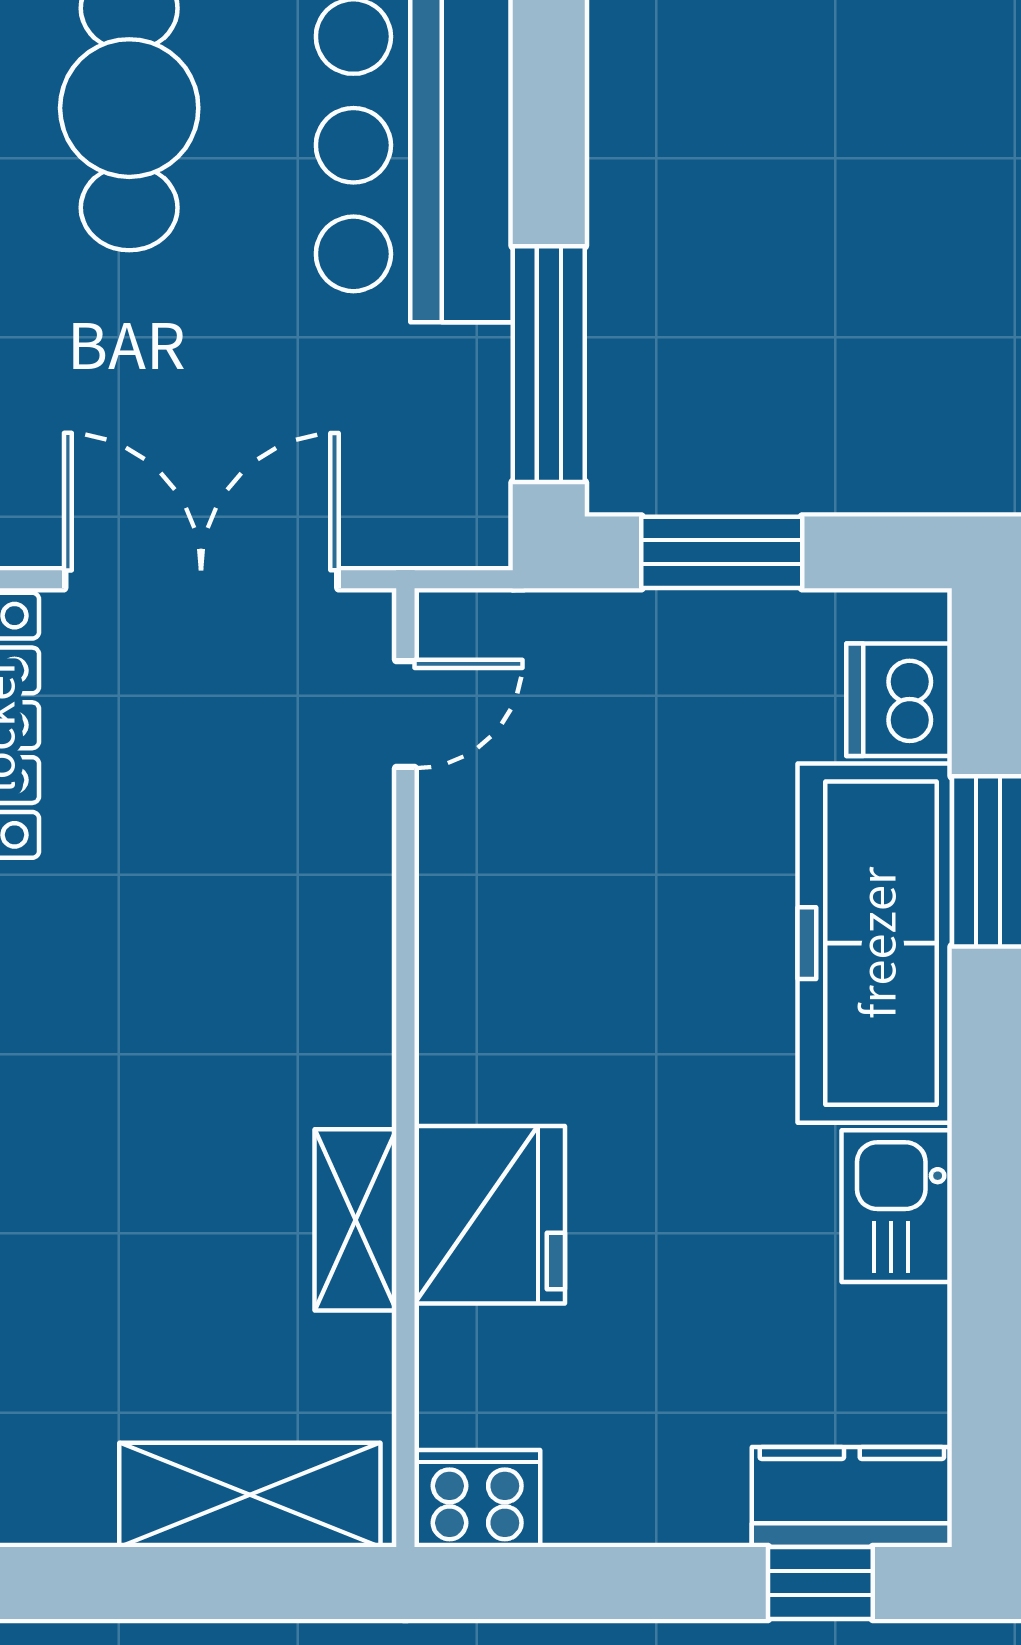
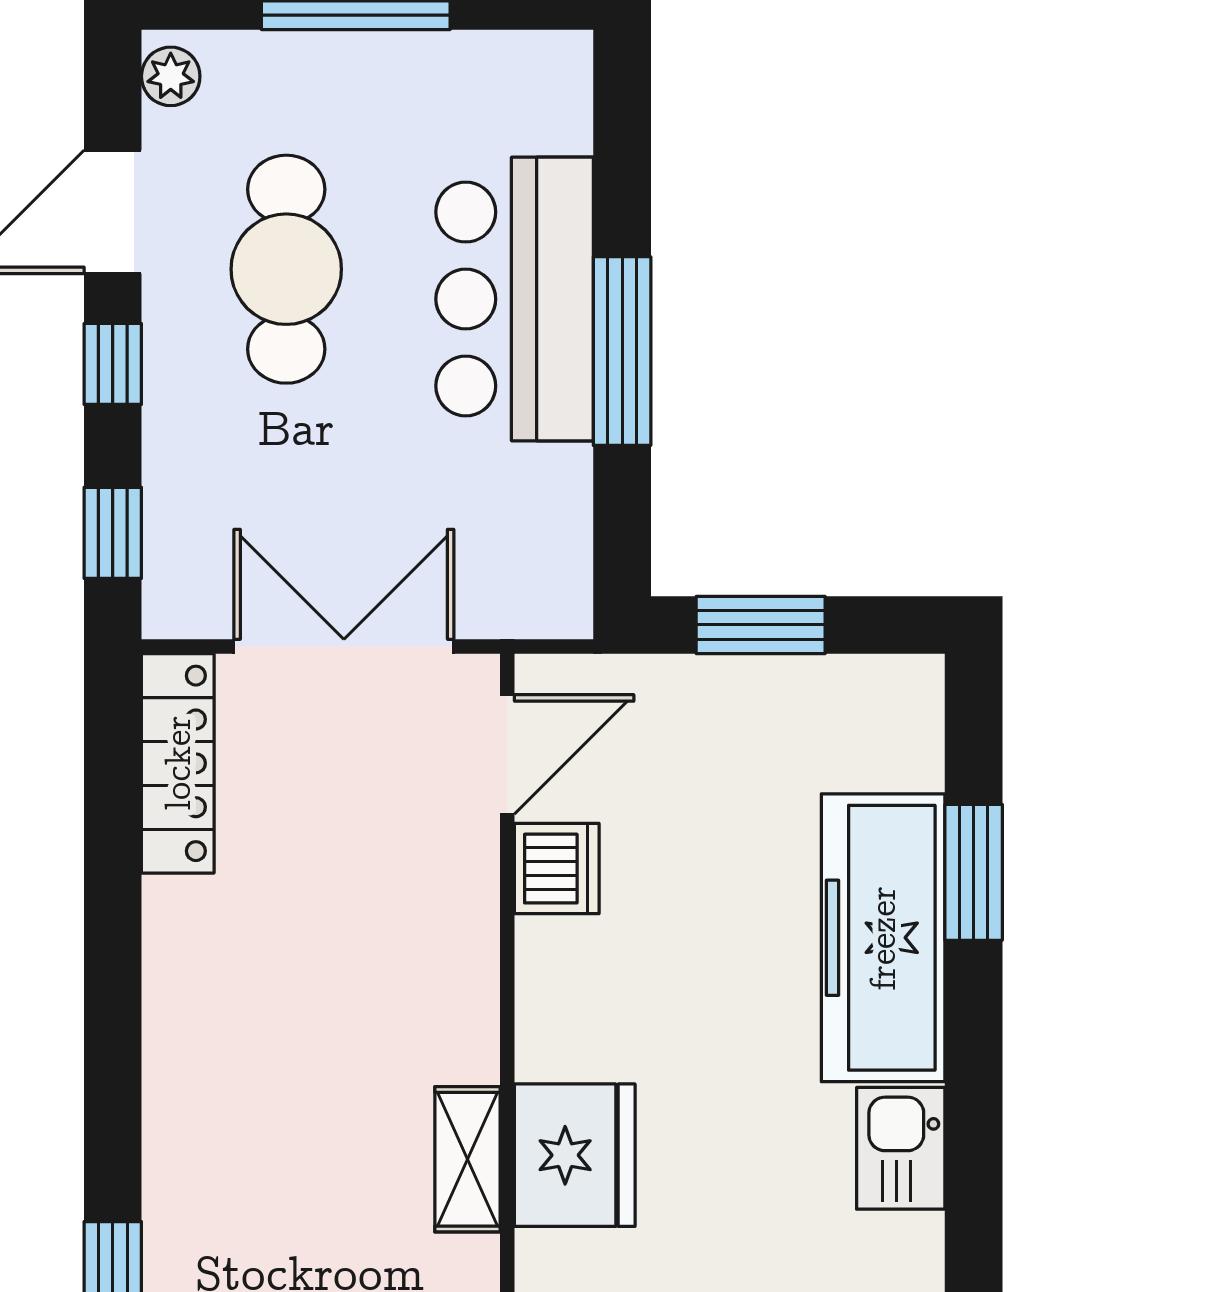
window: (549, 364) -> (622, 351), moved
dishwasher: (899, 700) -> (557, 869), moved, turned 180
door: (405, 714) -> (507, 754), width x1.37

